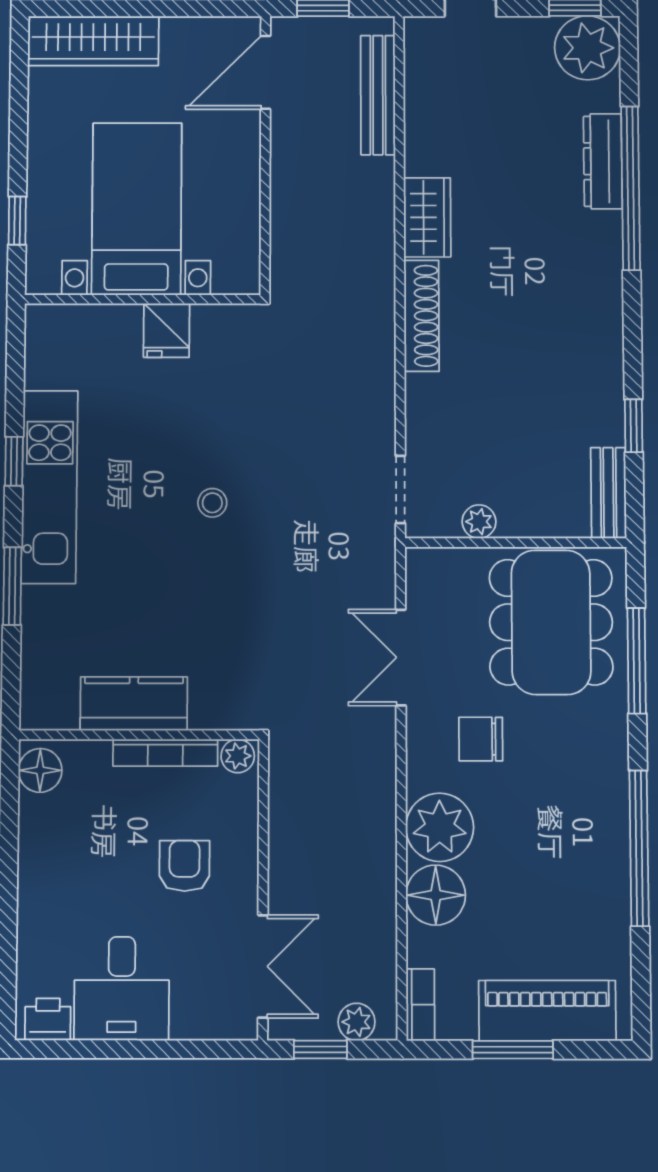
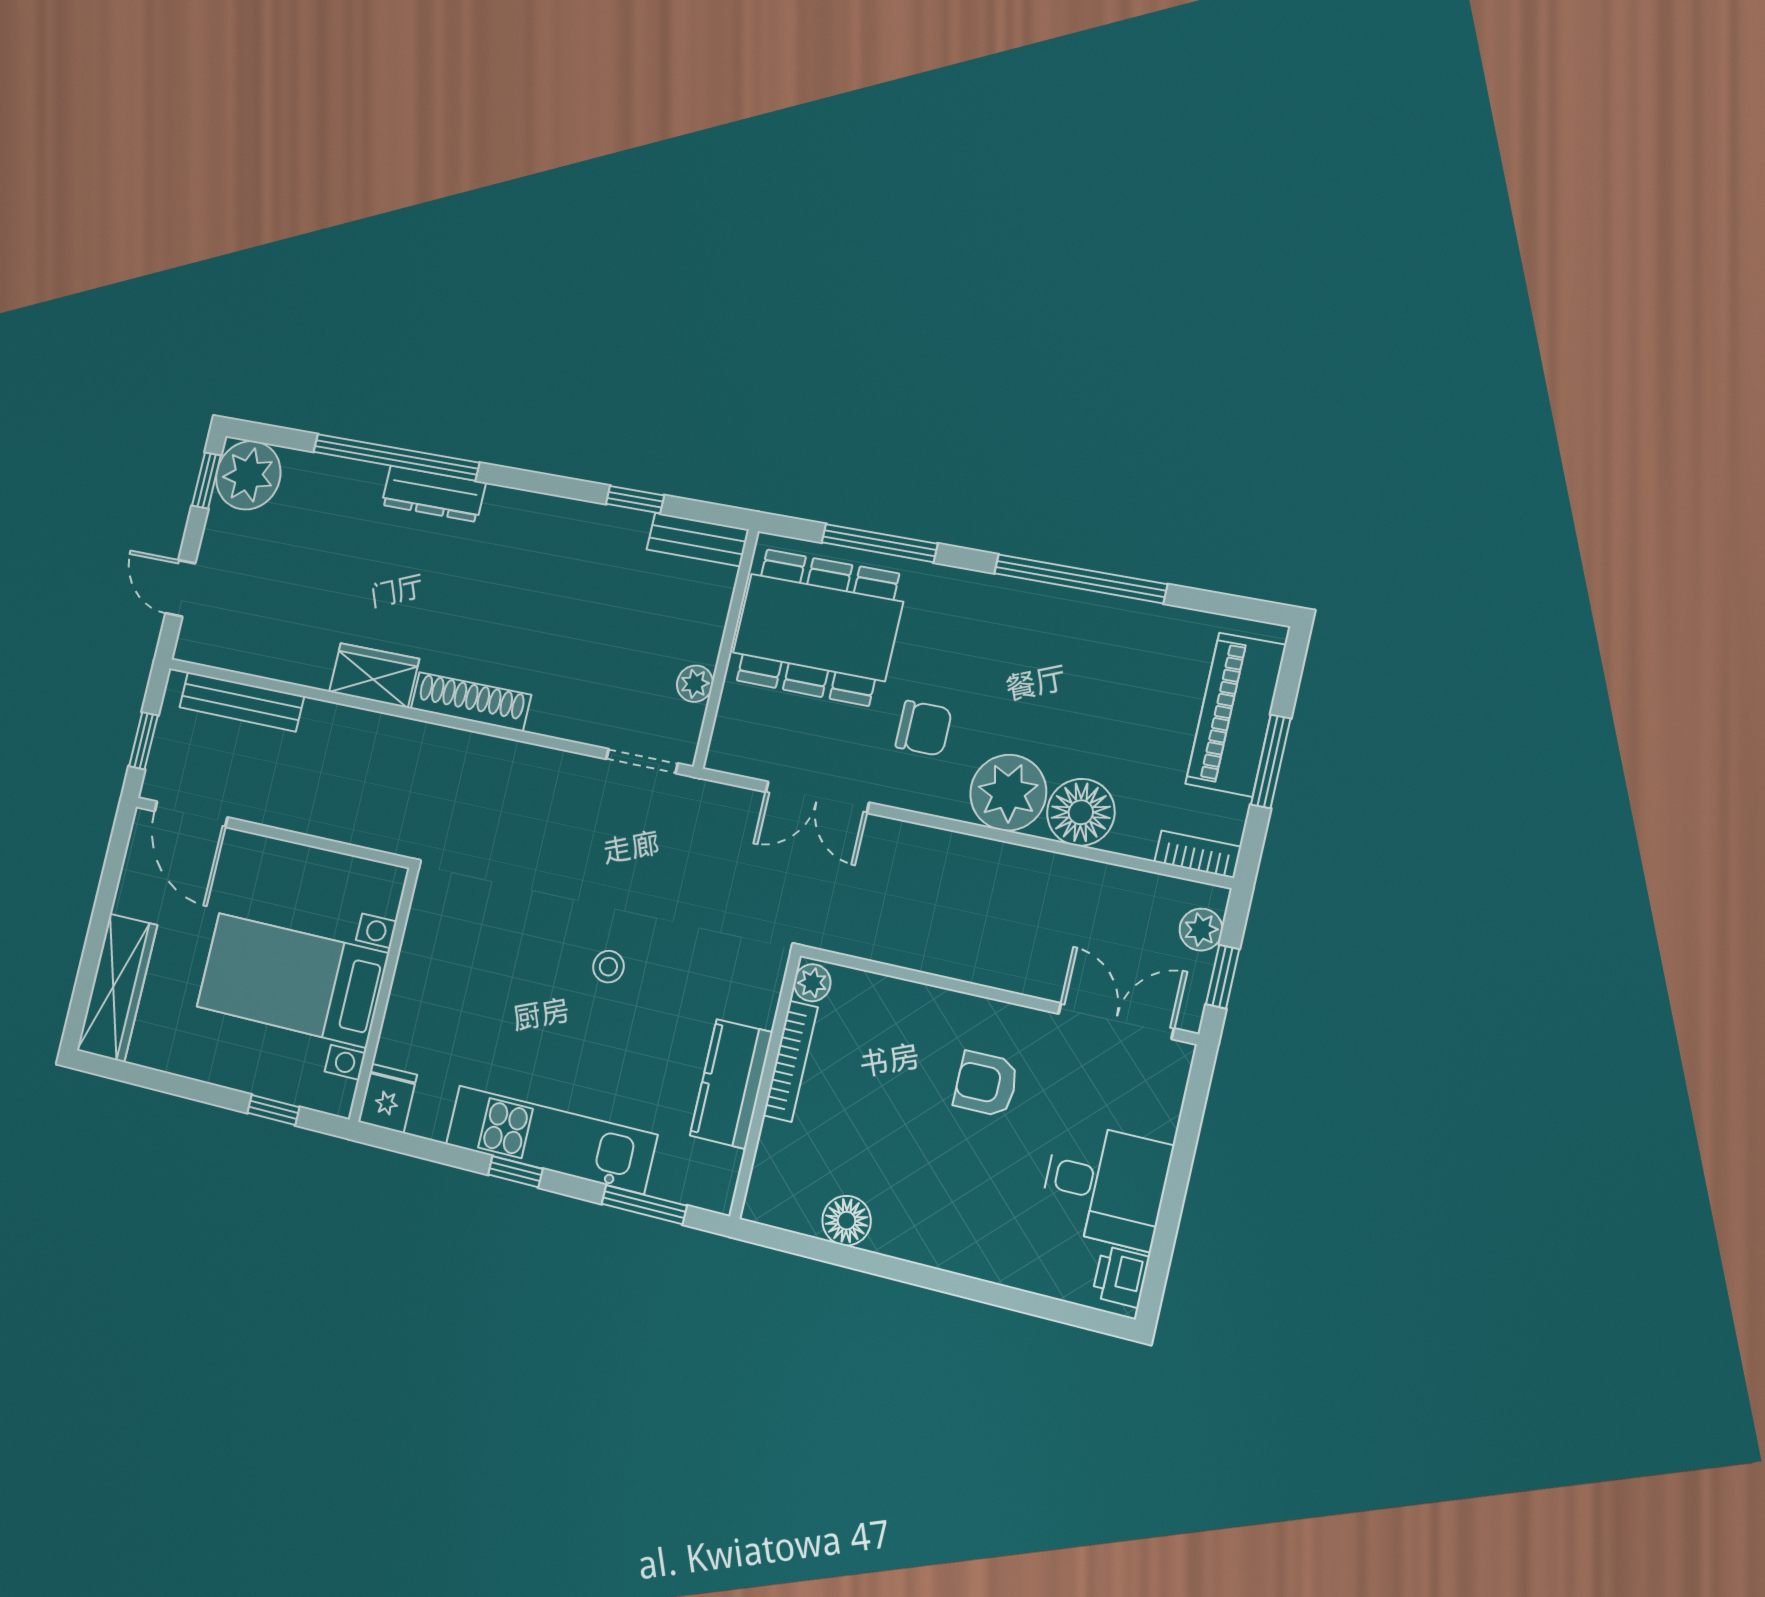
dresser: (603, 161) -> (434, 494), moved
fridge: (167, 330) -> (388, 1098), moved, turned -90
kitchen counter: (134, 704) -> (731, 1084), moved
wall: (139, 735) -> (765, 1086), moved
chair: (481, 739) -> (924, 728), turned -90
bookcase: (165, 753) -> (791, 1061), moved
plant: (238, 756) -> (812, 983), moved

